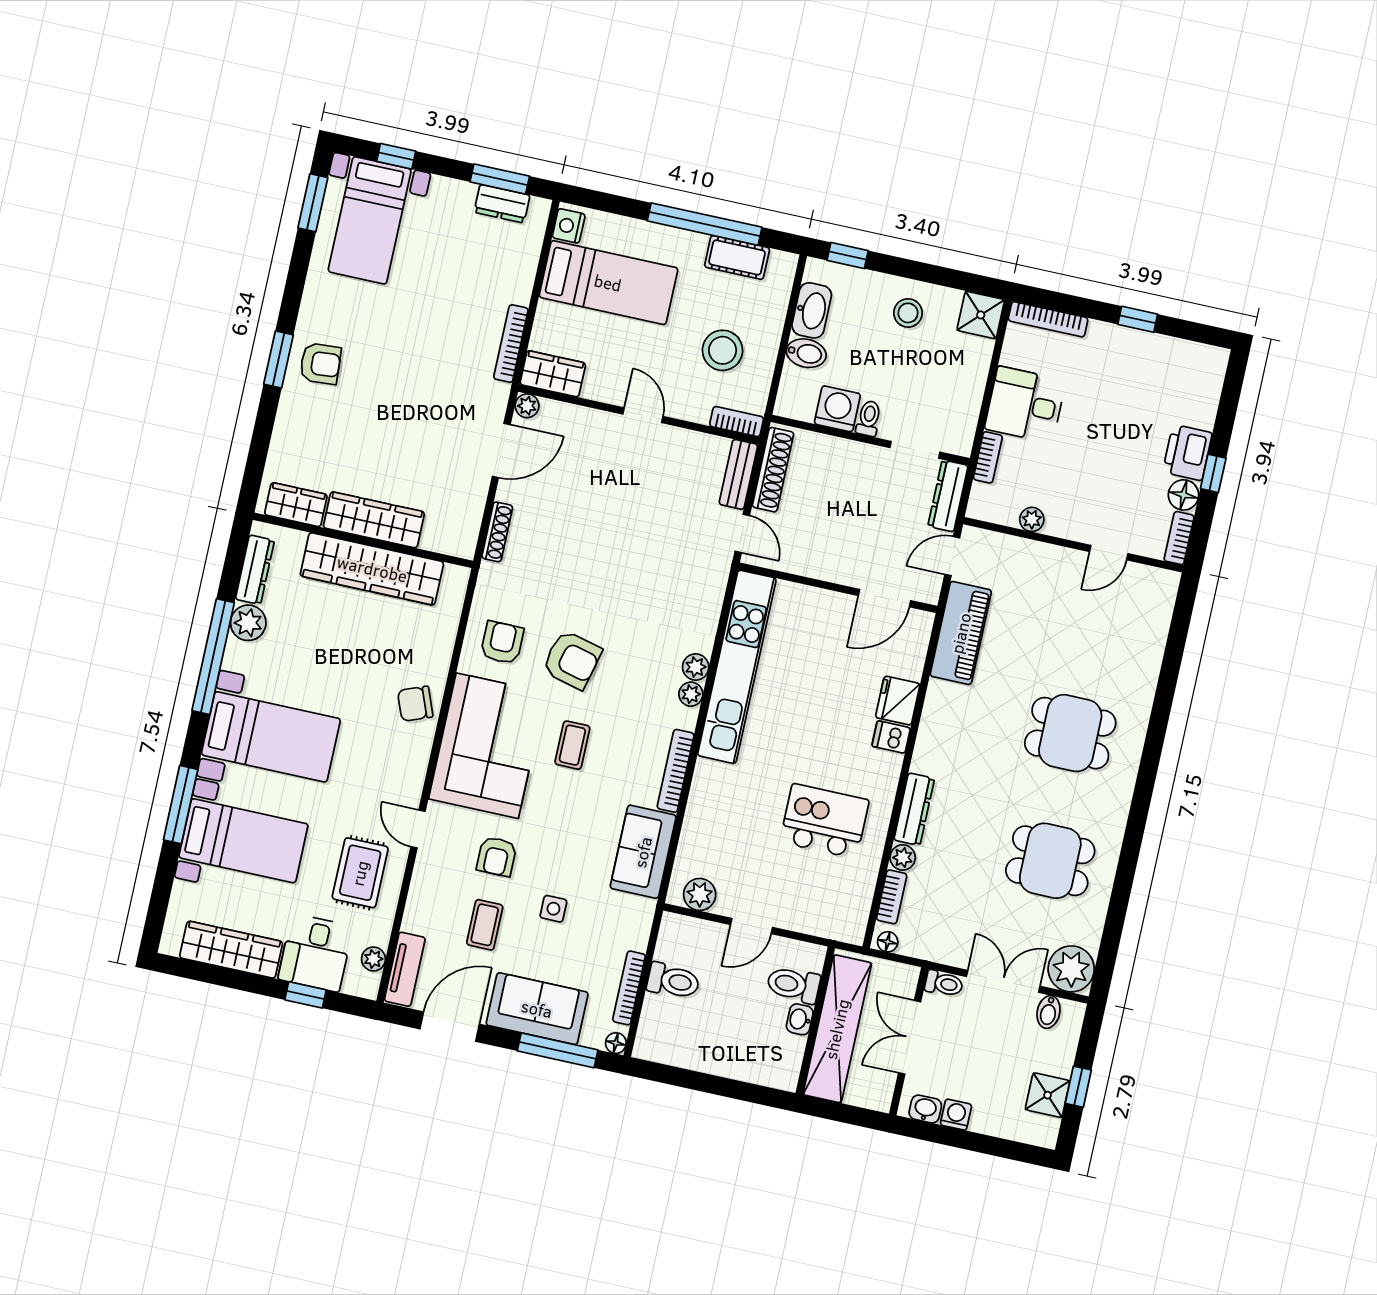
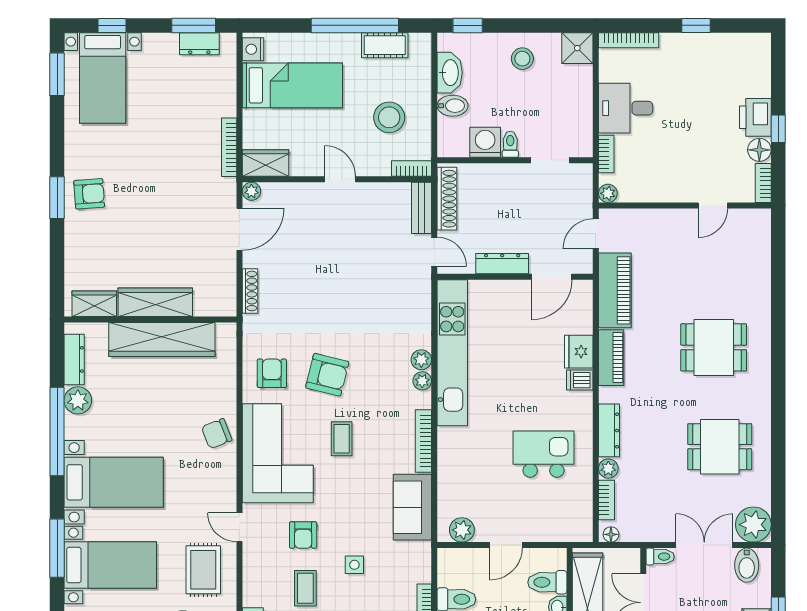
dresser: (948, 496) -> (502, 264), moved, turned 90
plant: (1032, 519) -> (608, 193), moved
piano: (937, 717) -> (611, 358), added
bidet: (1048, 1012) -> (747, 565), width x1.38, depth x1.36

